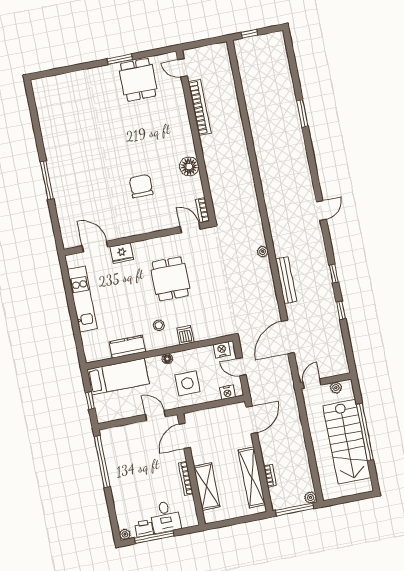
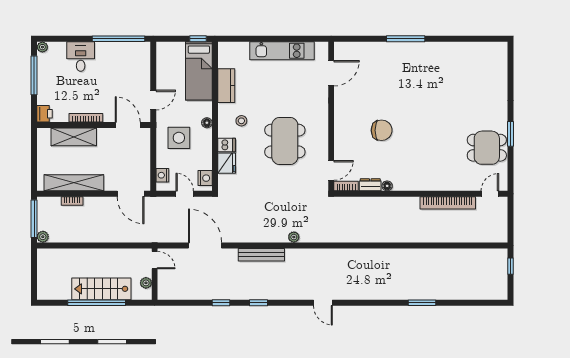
floor lamp: (189, 166) -> (387, 186), width x0.53, depth x0.53
dresser: (197, 187) -> (370, 185), added
fridge: (122, 253) -> (227, 163), moved, turned 180
dining table: (170, 279) -> (285, 141), width x1.38
door: (241, 367) -> (185, 194), hinge flipped
window: (90, 401) -> (198, 39), moved
stairs: (347, 442) -> (101, 289), width x0.73, depth x0.66
desk: (165, 517) -> (81, 57), moved, turned 90
printer: (144, 528) -> (45, 114), moved

